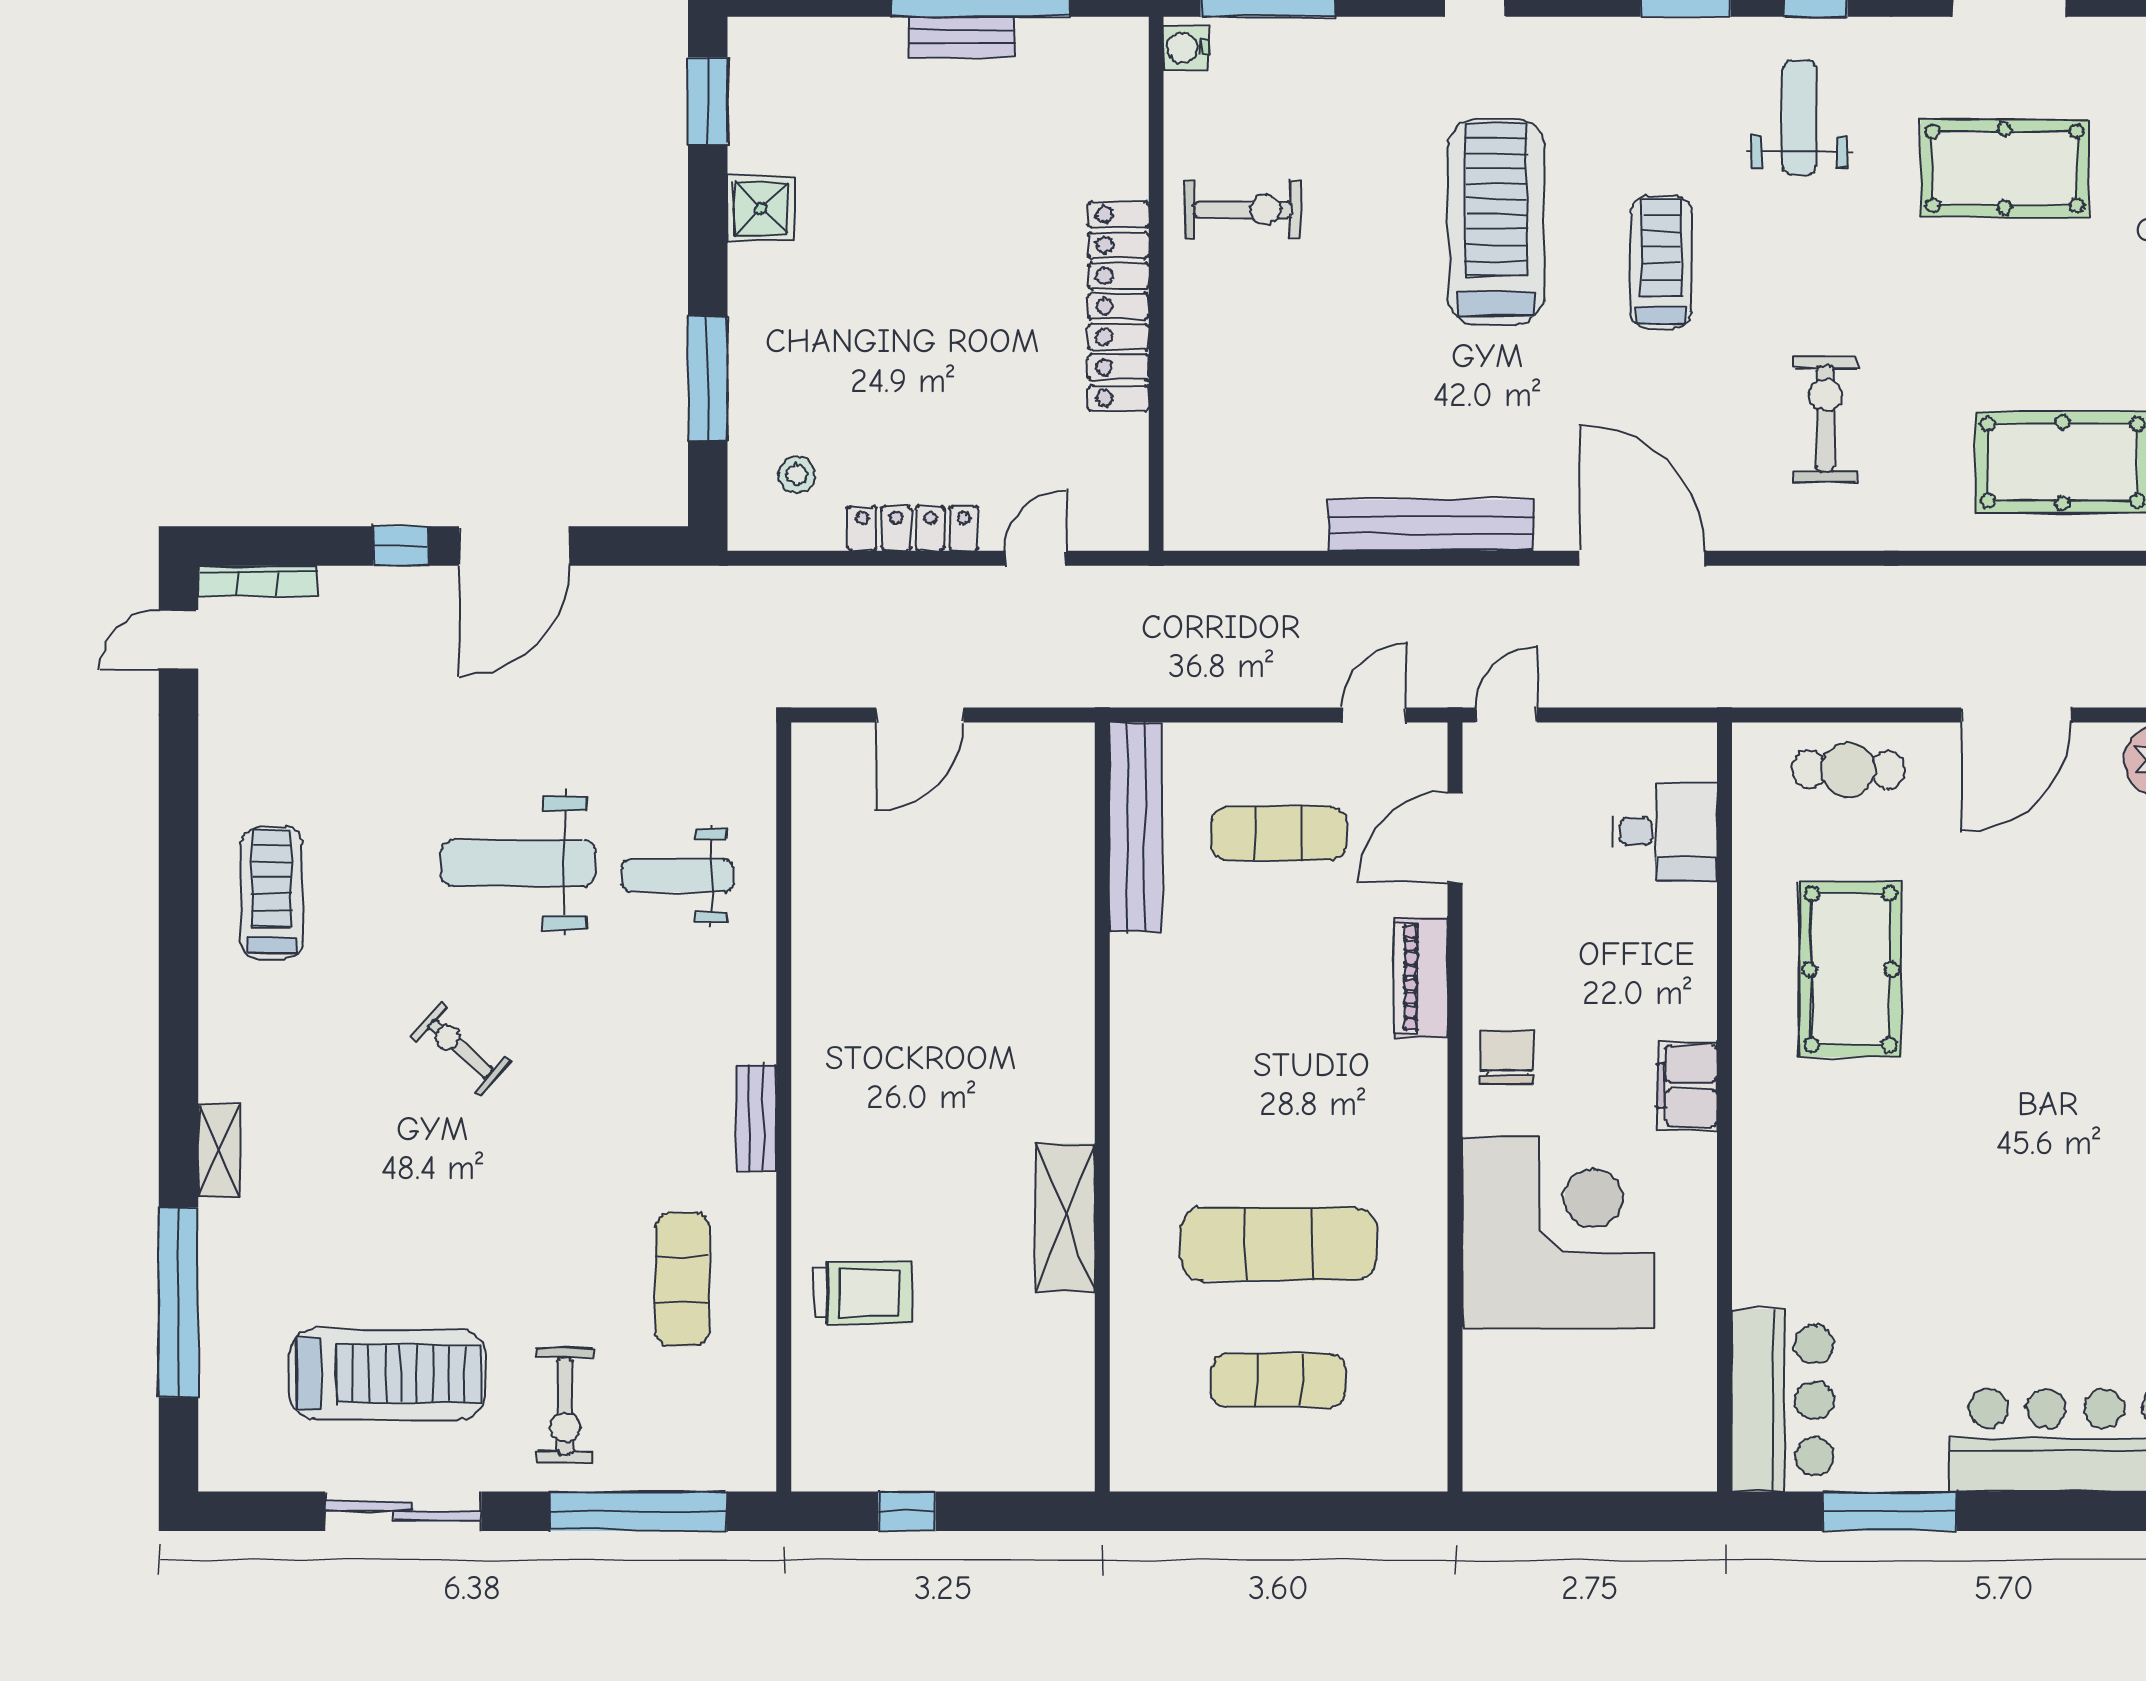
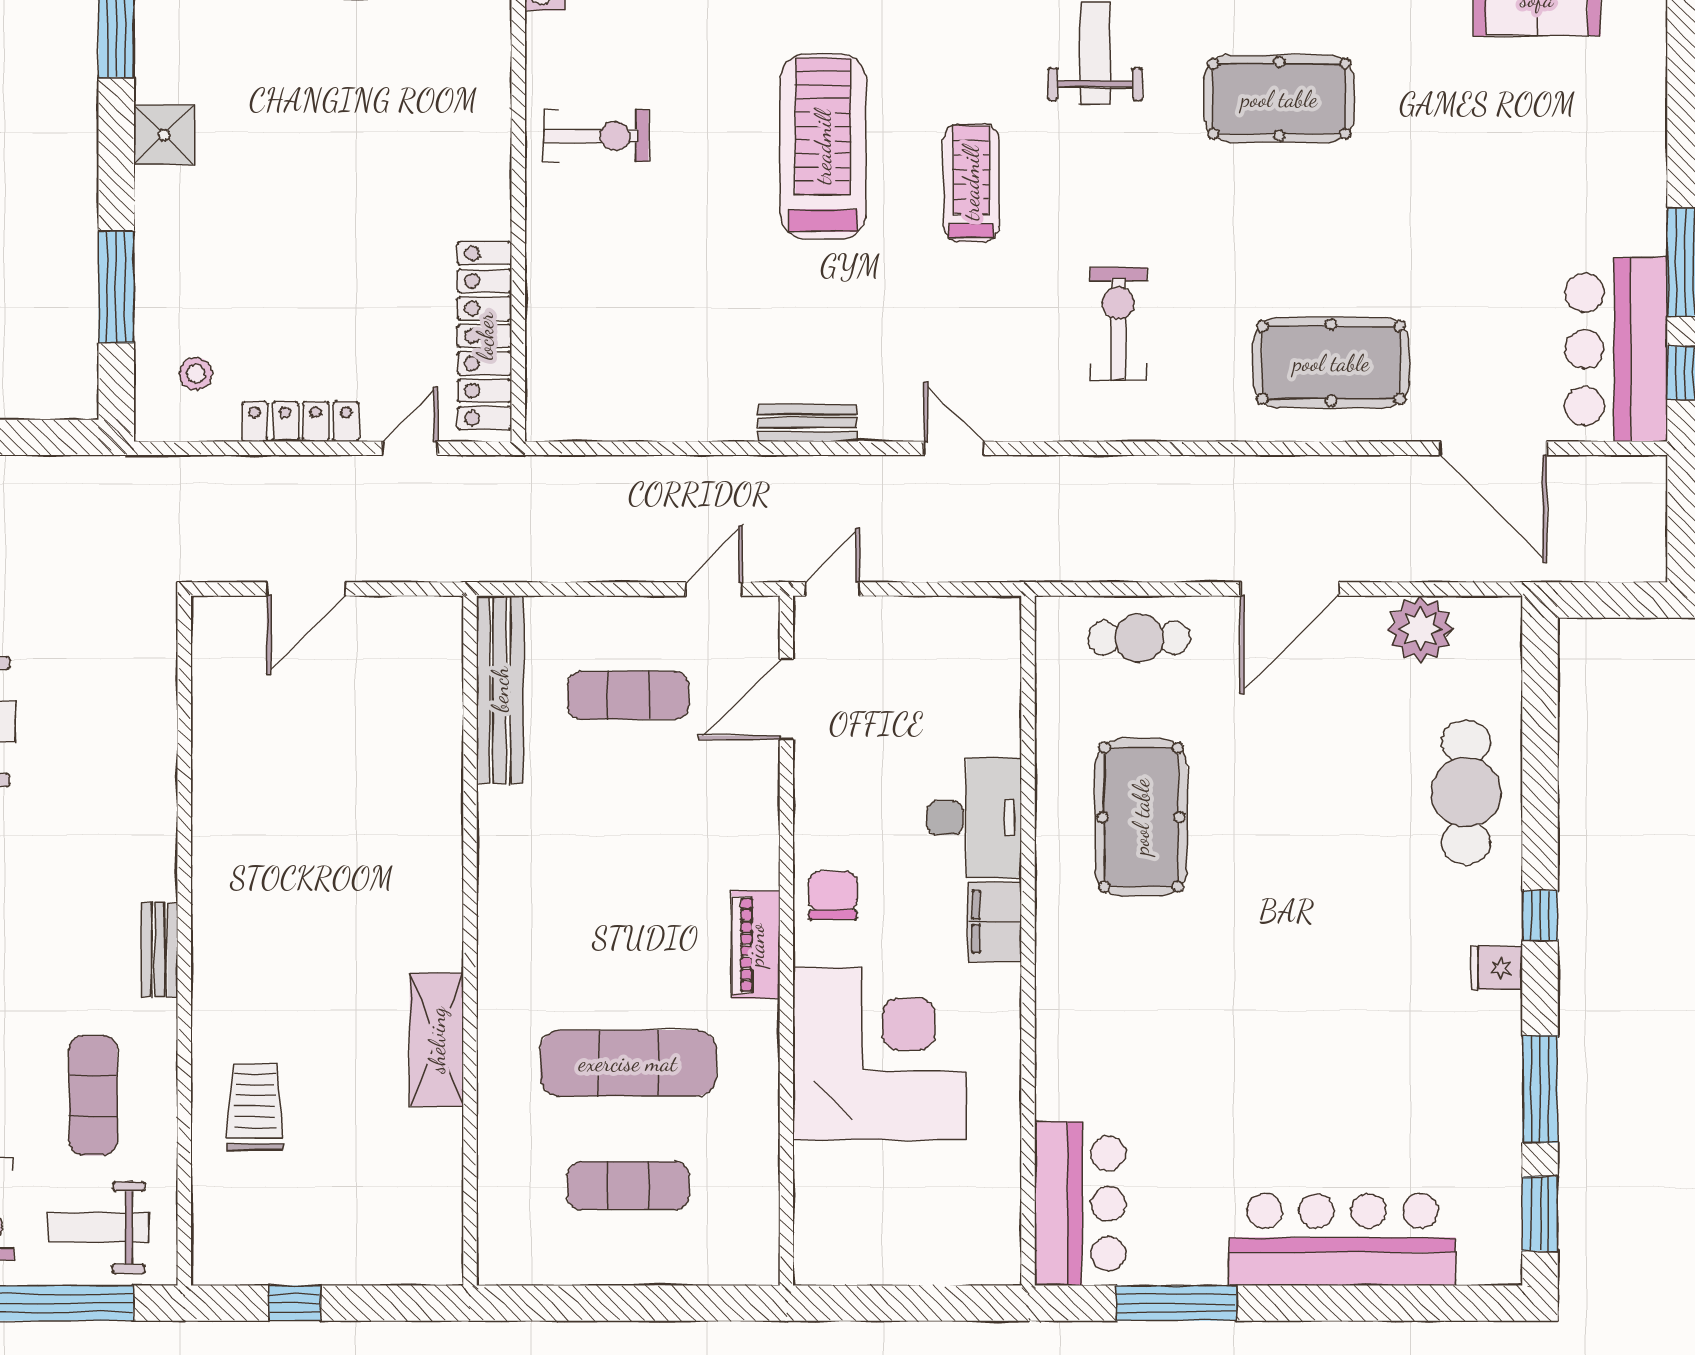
locker: (1118, 306) -> (485, 336), moved
bench: (1431, 525) -> (807, 423), width x0.54, depth x0.82
door: (1642, 558) -> (954, 448), width x0.53
desk: (1664, 832) -> (974, 818), moved, width x1.37
weight bench: (677, 876) -> (99, 1228), moved
piano: (1421, 978) -> (756, 945), moved
trolley: (862, 1293) -> (255, 1107), turned -90

